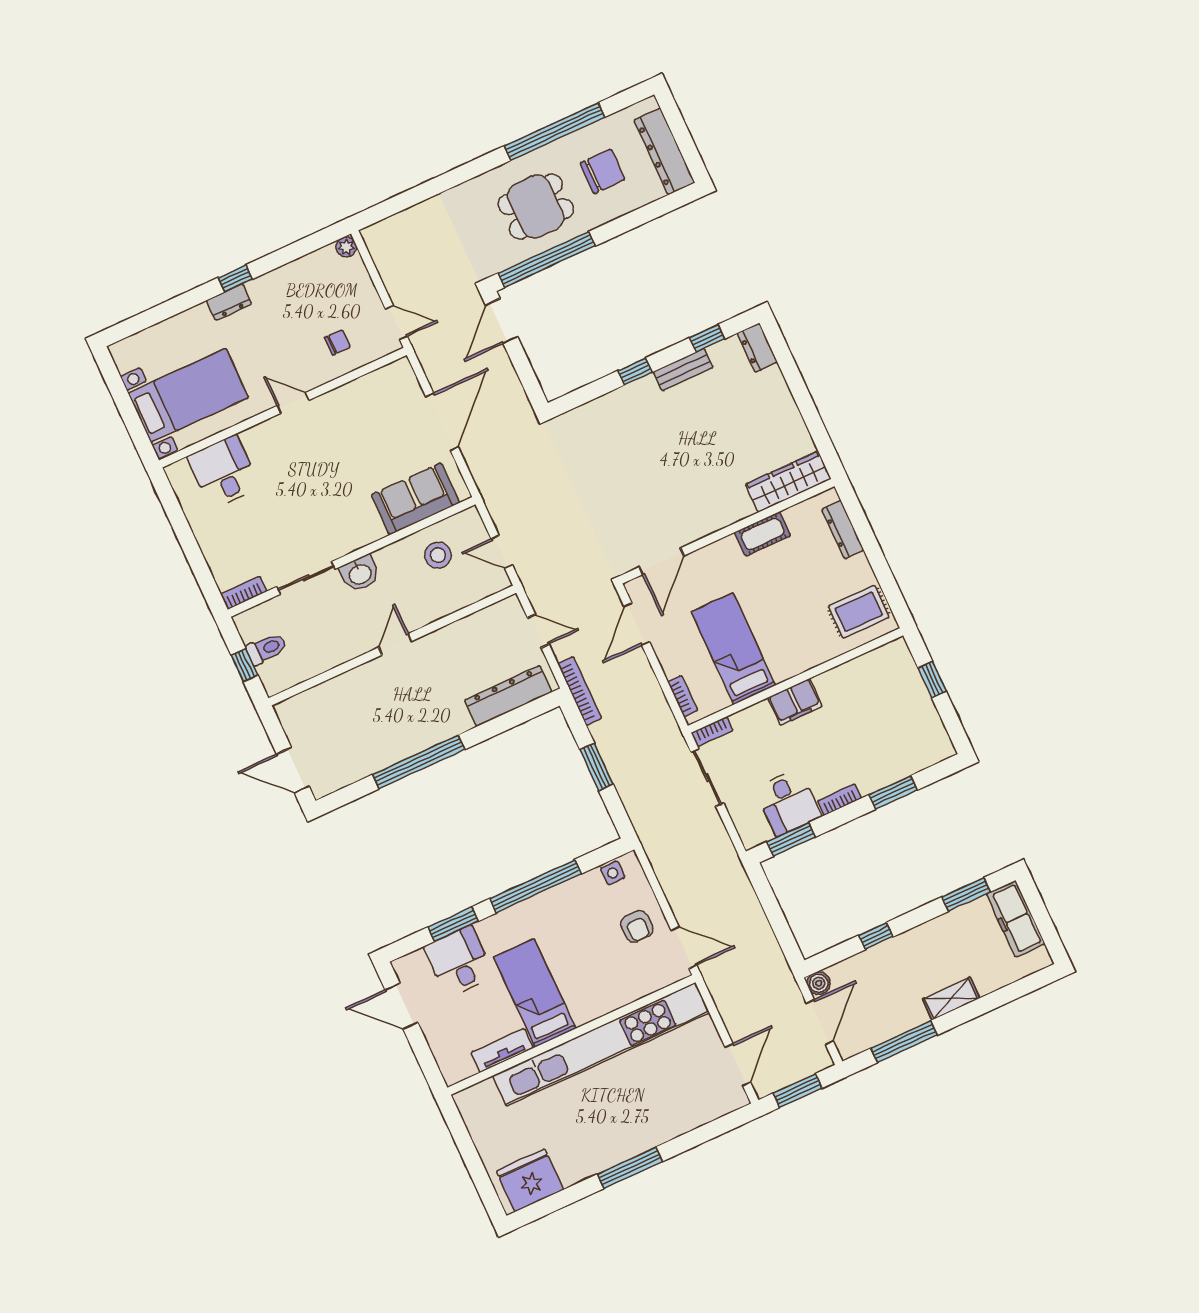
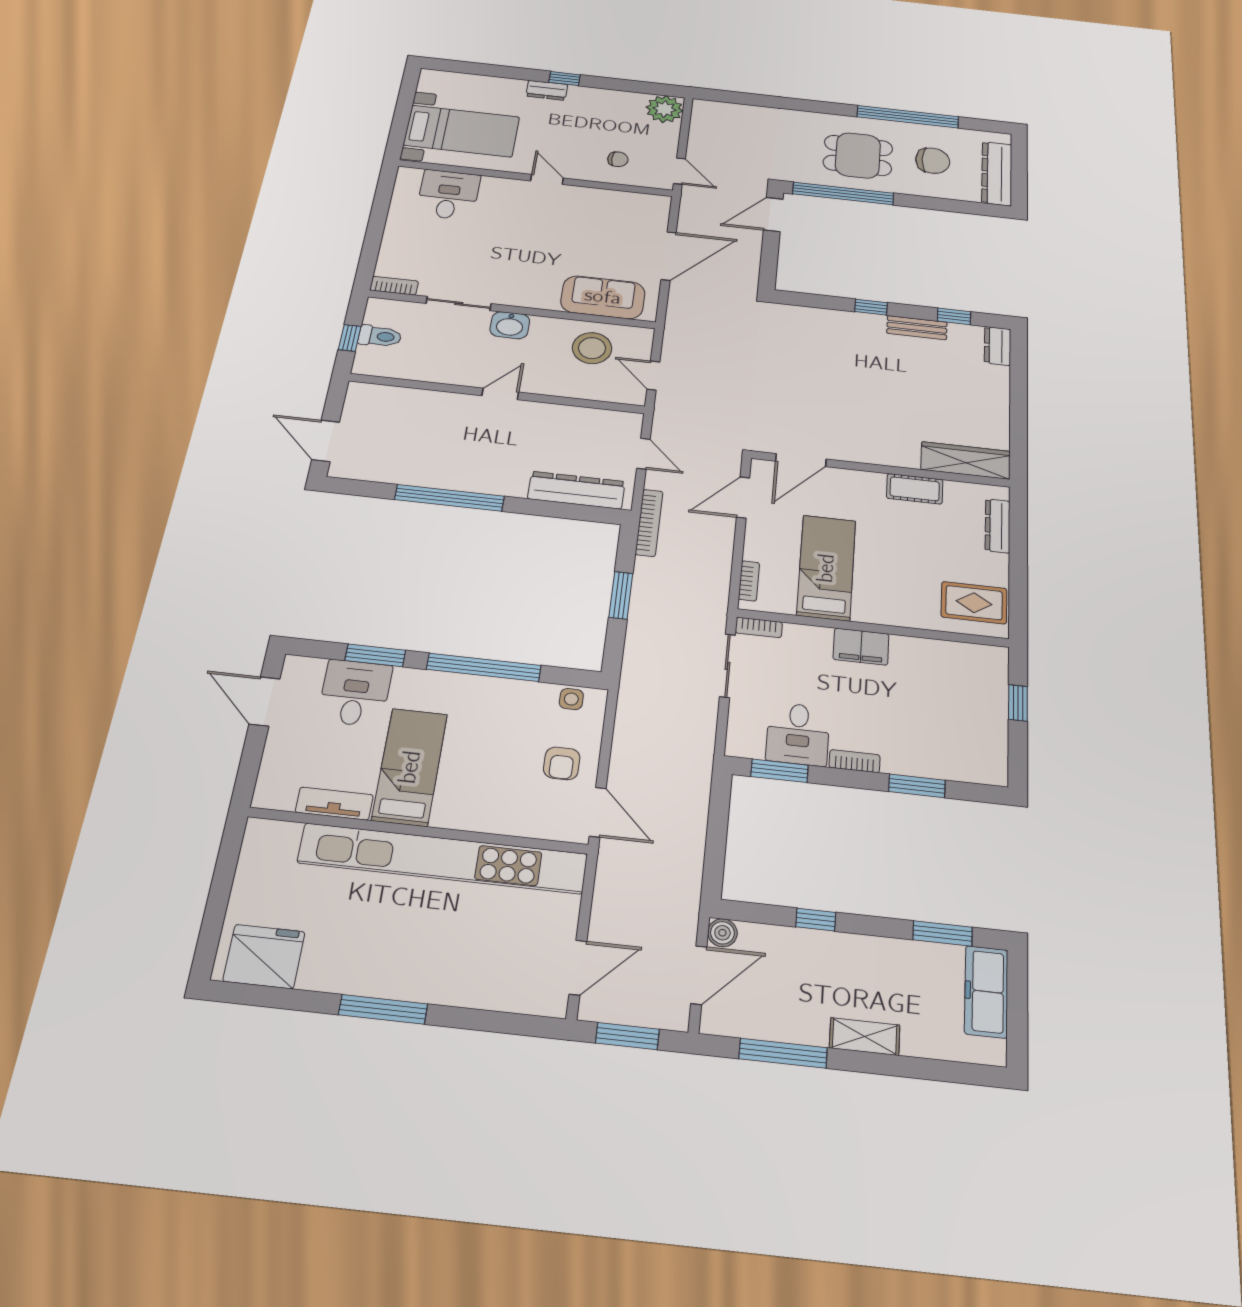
plant: (346, 247) -> (665, 109), width x1.88, depth x1.88
stool: (438, 555) -> (592, 348), width x1.38, depth x1.38

